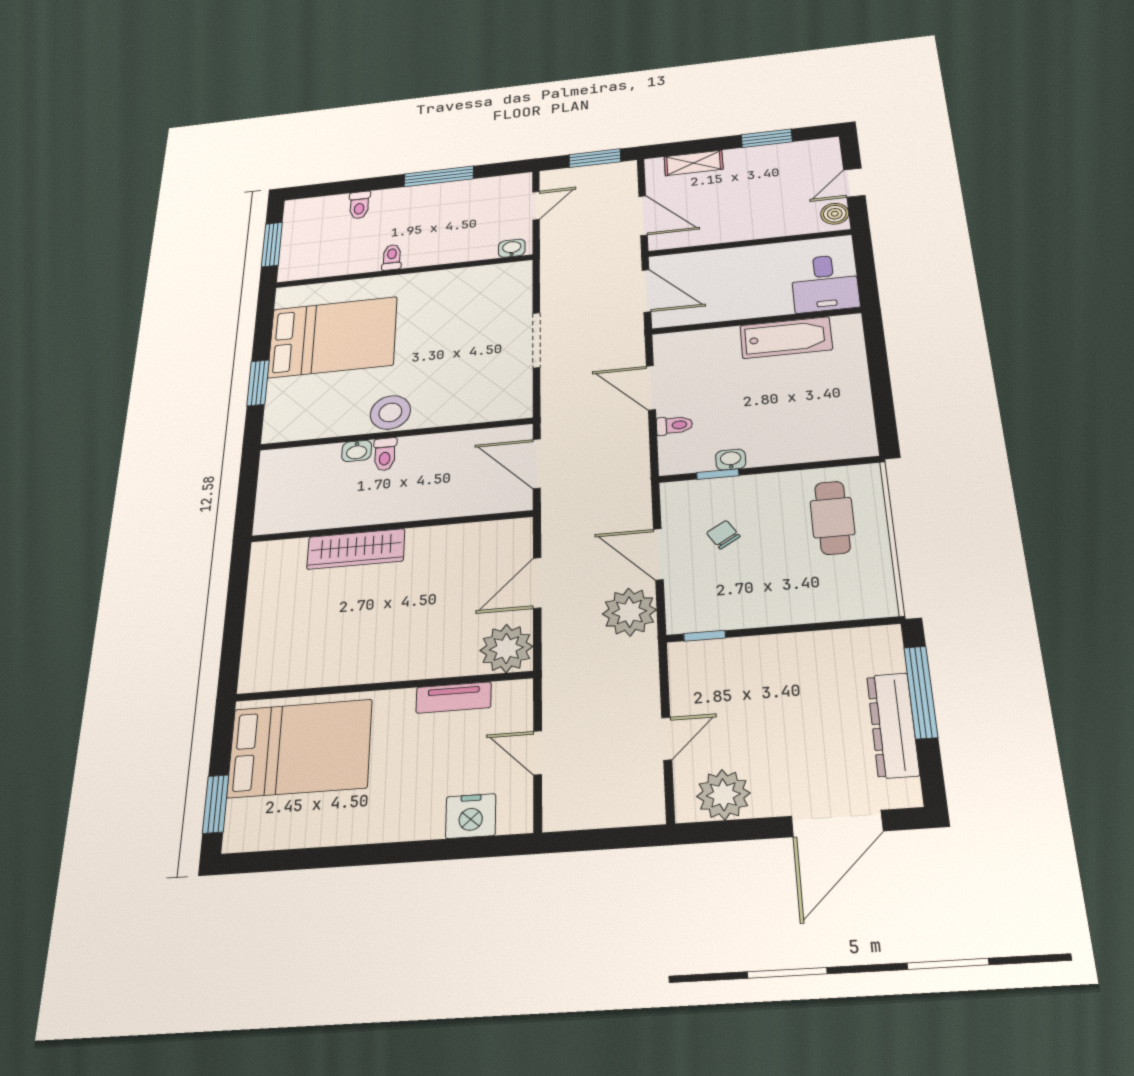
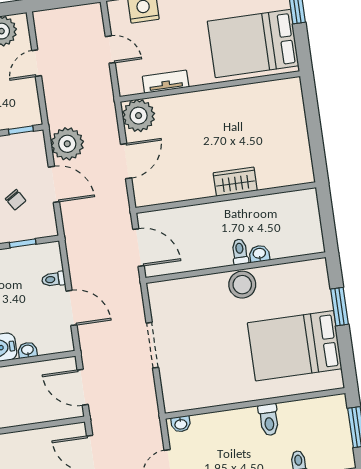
toilet: (392, 257) -> (269, 420), width x1.37, depth x1.39
washbasin: (731, 460) -> (27, 350), moved, turned 180
wardrobe: (356, 549) -> (235, 182), width x0.67

